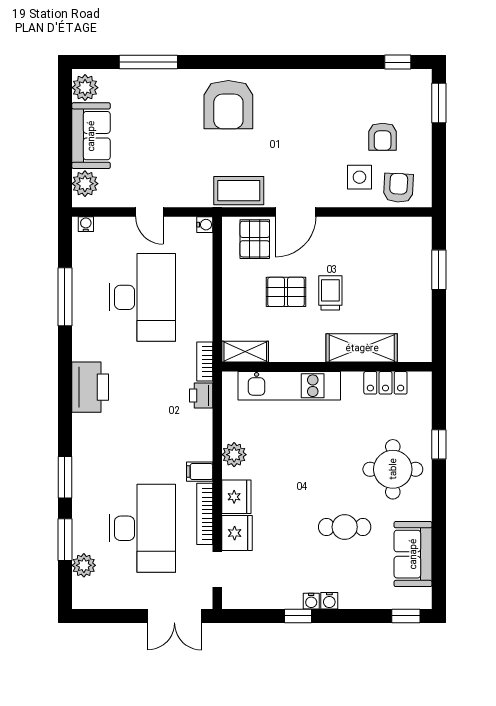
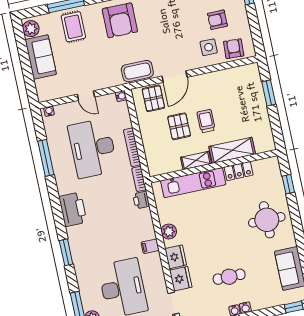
rug: (153, 99) -> (73, 27), added
armchair: (383, 137) -> (217, 20), turned 90
plant: (85, 184) -> (43, 87), removed
pallet: (286, 292) -> (179, 126), turned 90
desk: (142, 297) -> (93, 148), turned 180
shelving: (245, 352) -> (196, 160), moved
locker: (385, 383) -> (239, 171), moved
window: (439, 444) -> (288, 184), moved
window: (65, 477) -> (66, 252), moved
bookcase: (205, 514) -> (132, 147), moved
cafe table: (345, 527) -> (229, 277), moved

